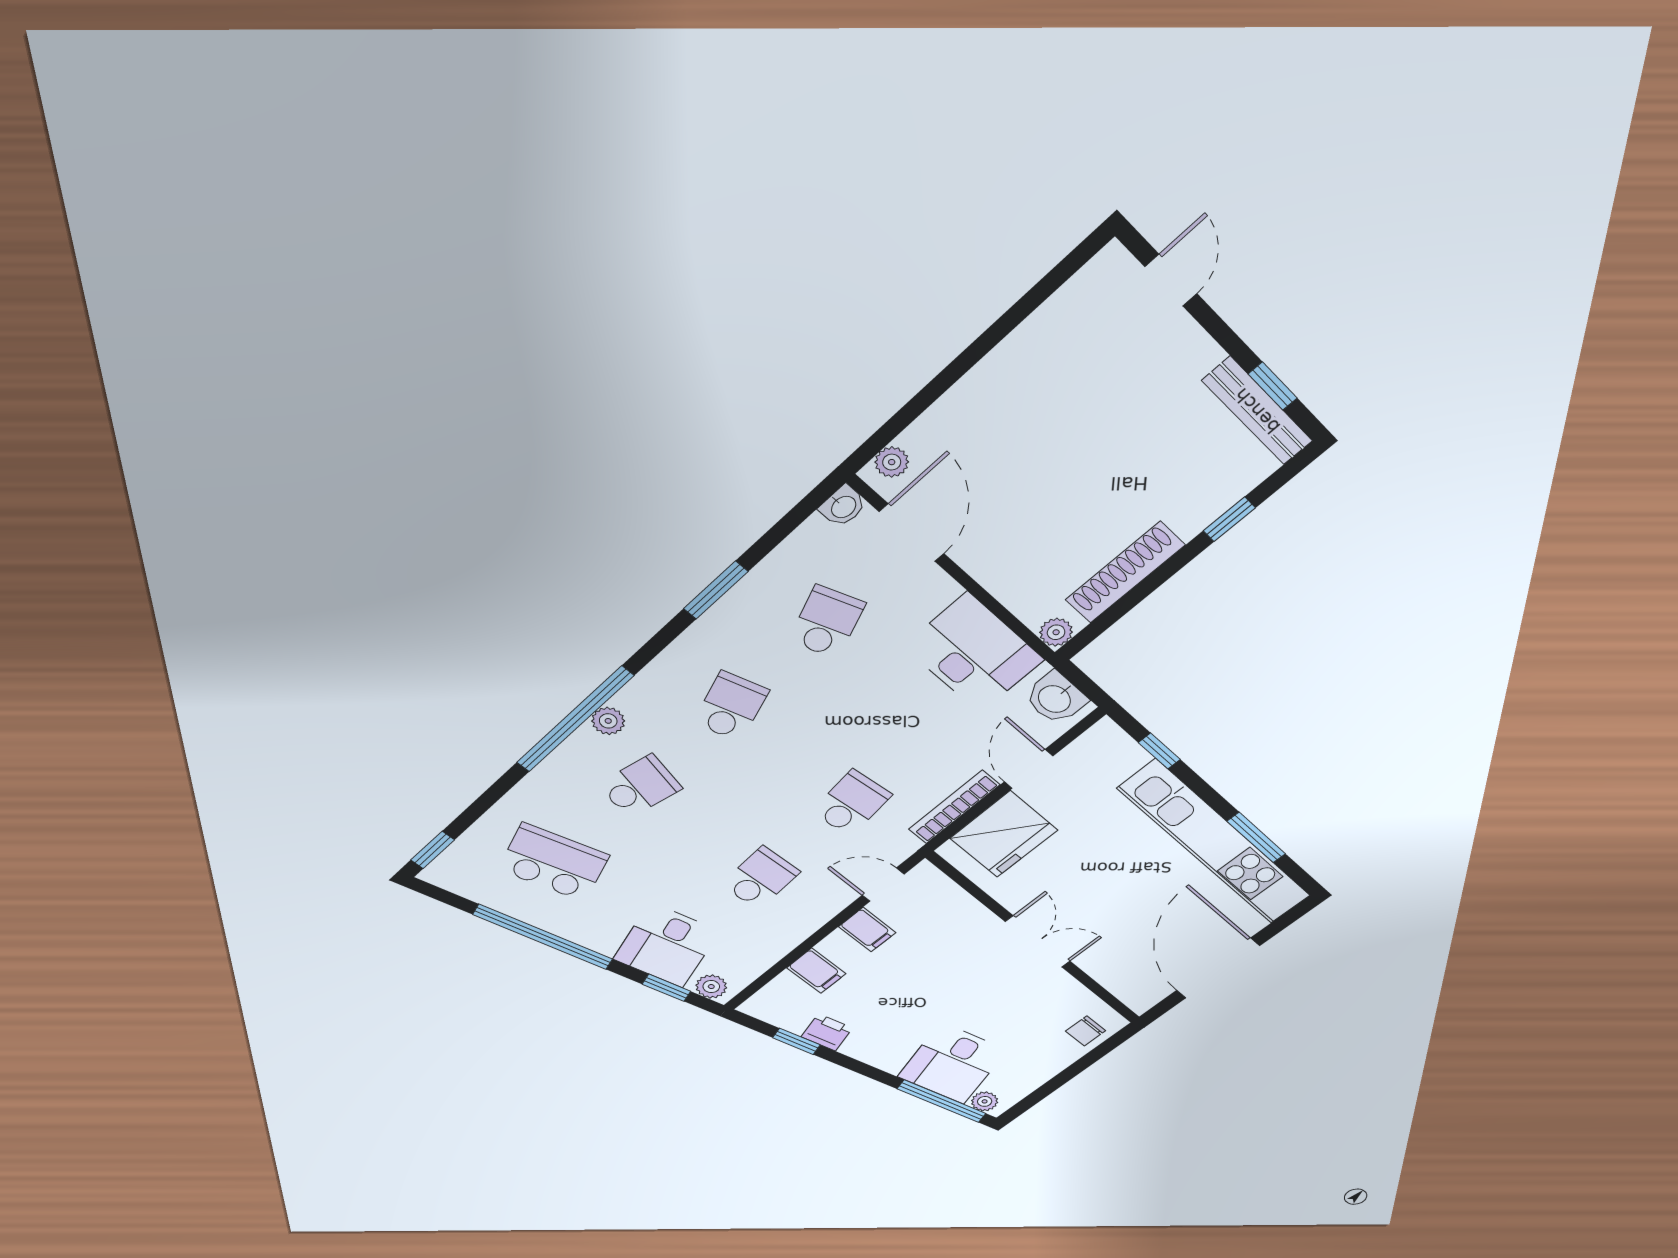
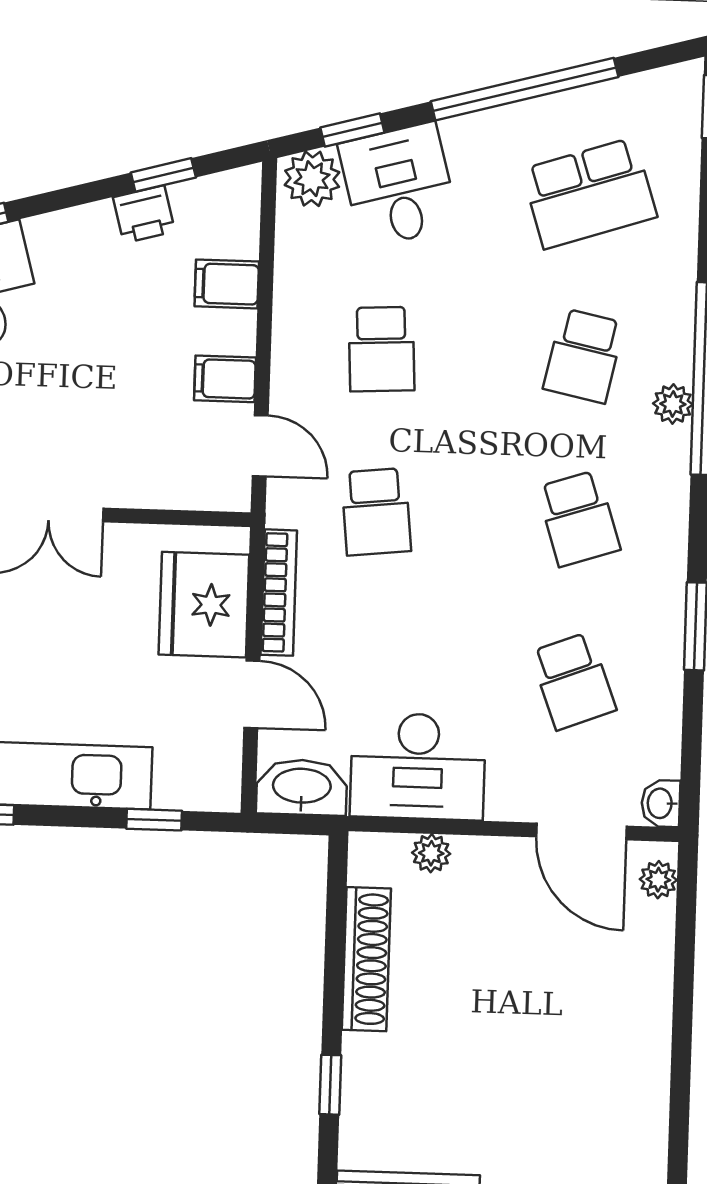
plant: (1056, 632) -> (431, 853), moved
washbasin: (1055, 698) -> (302, 787), width x1.38
door: (883, 885) -> (260, 446), hinge flipped
plant: (711, 987) -> (312, 179), width x1.38, depth x1.38

